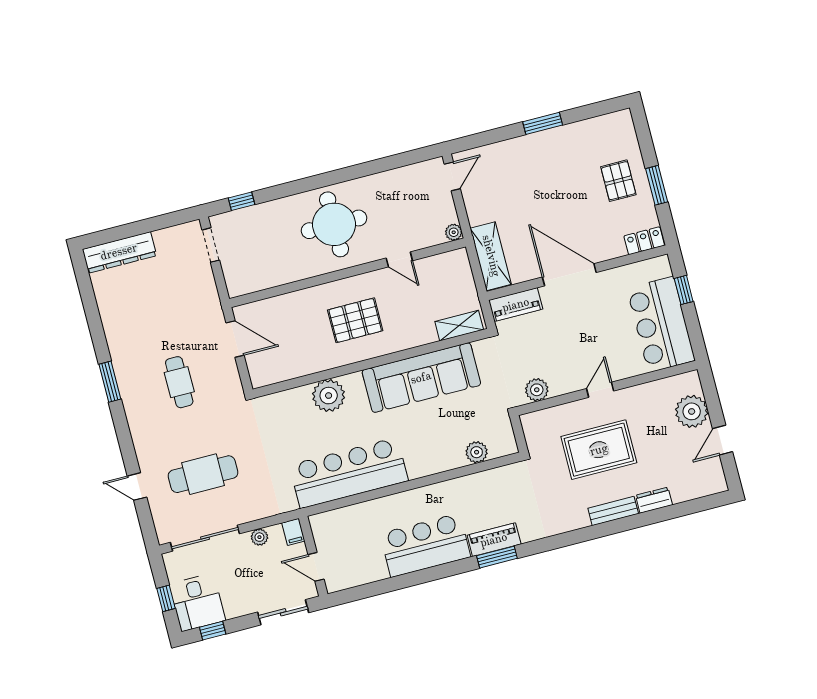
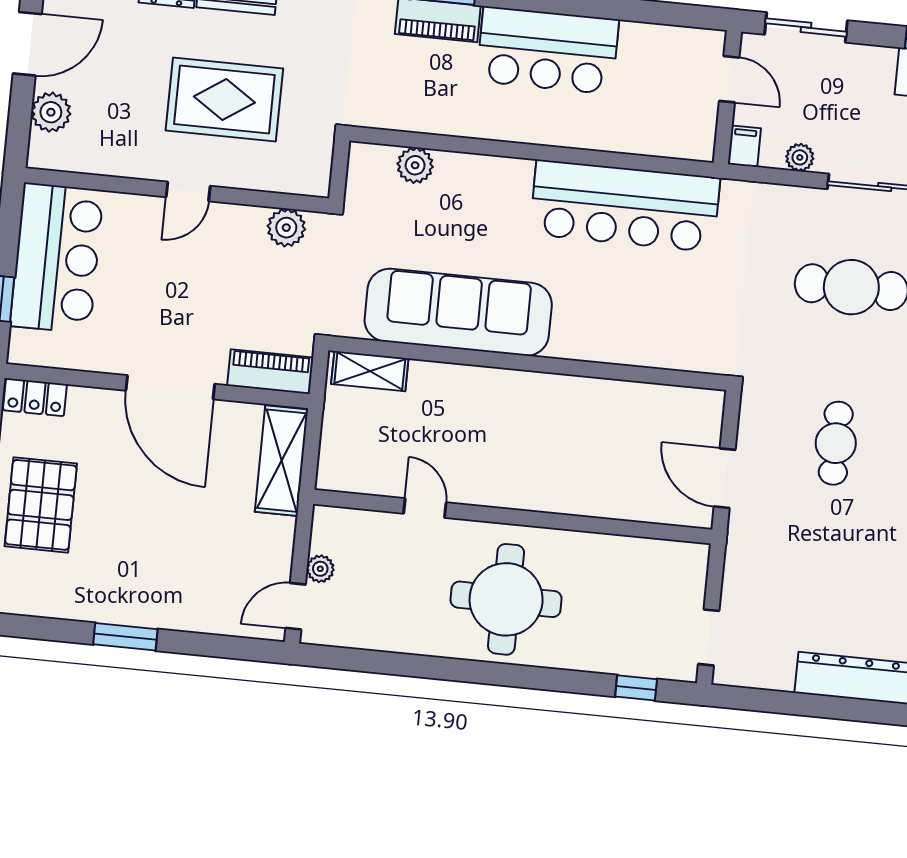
pallet: (618, 181) -> (41, 505), width x1.50, depth x1.42
plant: (454, 232) -> (320, 569), moved
pallet: (355, 320) -> (528, 439), removed
plant: (329, 396) -> (612, 337), removed
plant: (692, 411) -> (51, 112), width x0.73, depth x0.73
door: (723, 440) -> (27, 44), width x1.38

